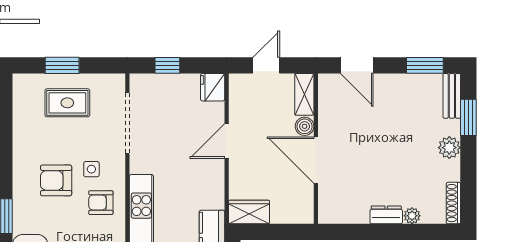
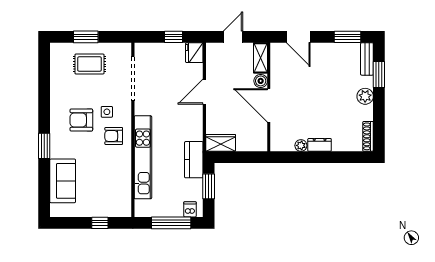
window: (167, 65) -> (174, 37), moved
plant: (412, 216) -> (301, 145), moved

